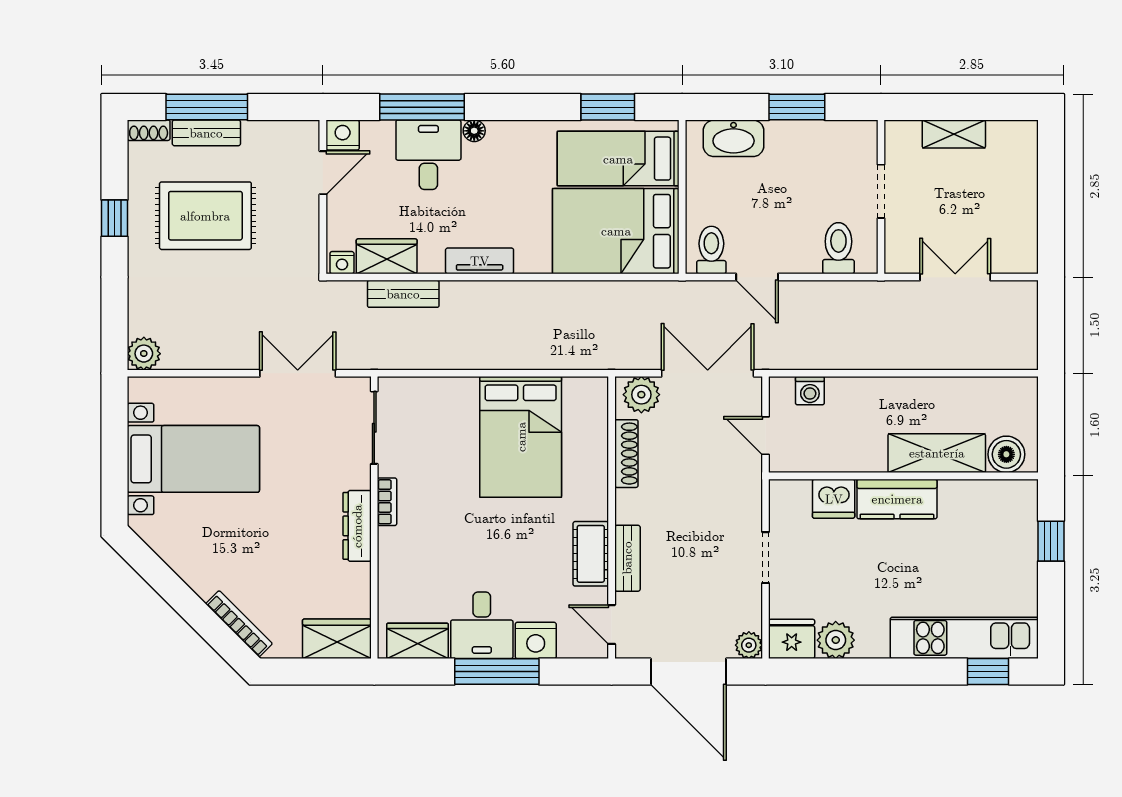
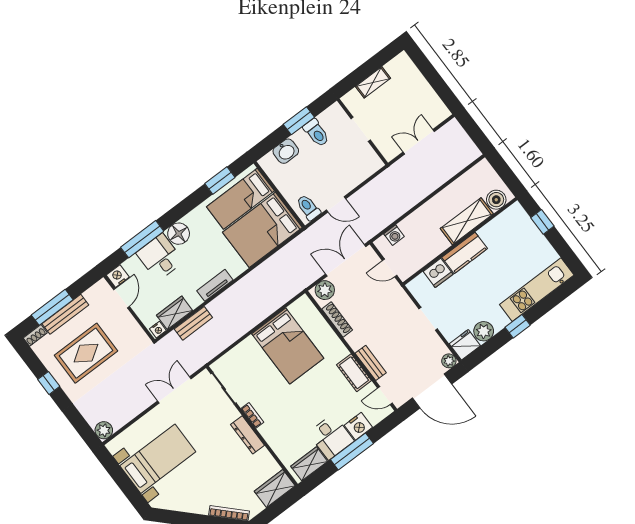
floor lamp: (474, 131) -> (179, 234), width x1.89, depth x1.89
bench: (206, 133) -> (65, 314), width x1.36
washbasin: (734, 138) -> (286, 151), width x0.72
toilet: (838, 248) -> (316, 133), moved, turned 180
window: (988, 672) -> (518, 326), moved

